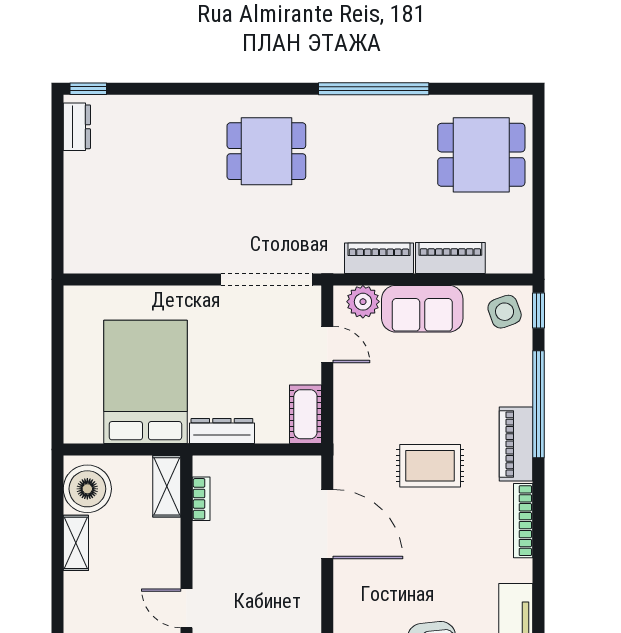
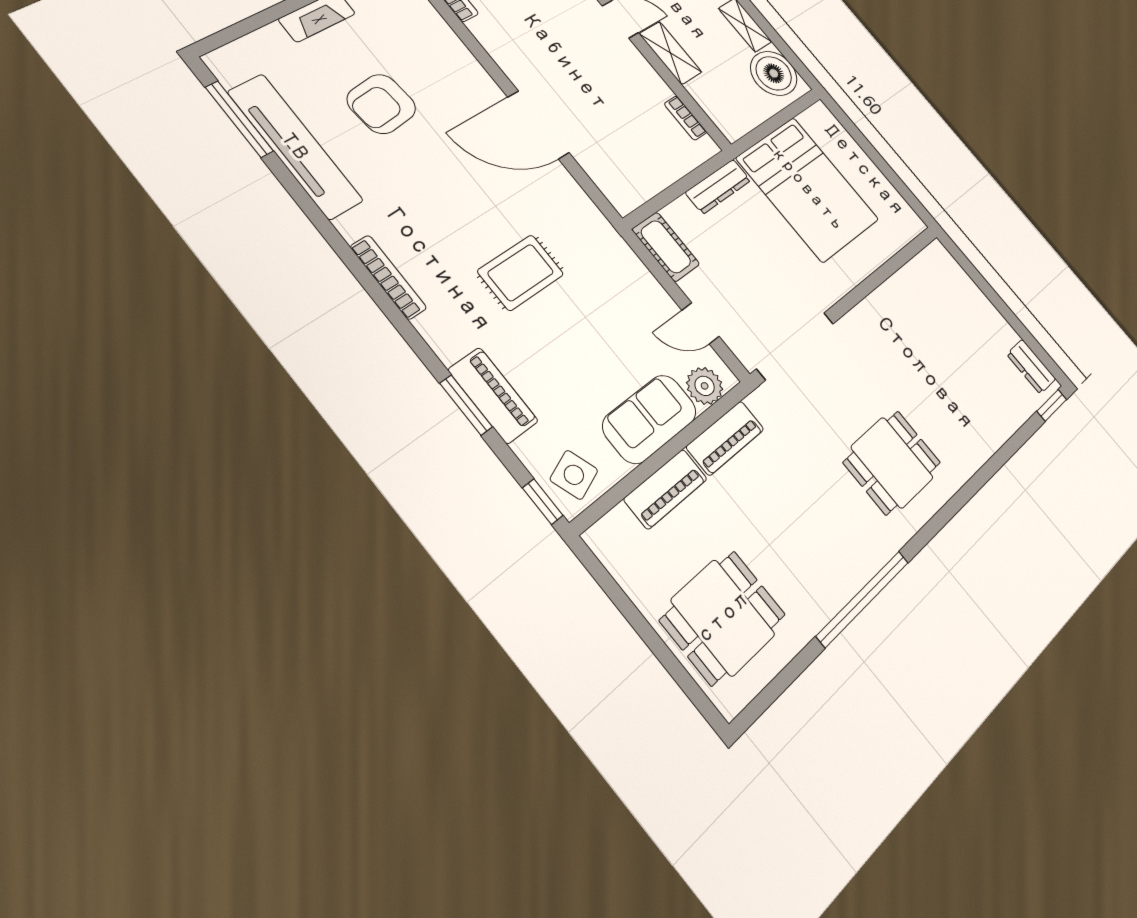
window: (538, 404) -> (466, 405), width x0.47
piano: (516, 444) -> (493, 395), moved
shelving: (167, 486) -> (671, 53), moved
door: (327, 524) -> (538, 125), moved

